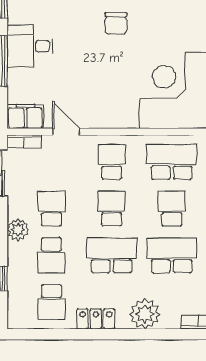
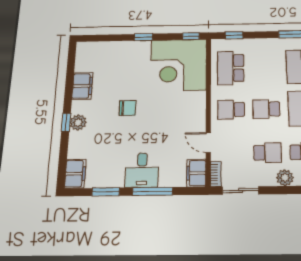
door: (66, 132) -> (208, 143), hinge flipped
school desk: (51, 209) -> (268, 153), turned 180
school desk: (172, 209) -> (265, 67), removed

